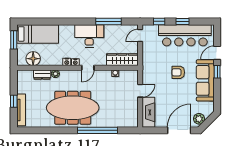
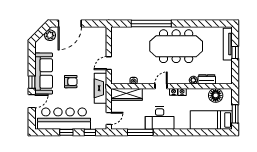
fireplace: (148, 112) -> (101, 88), moved

